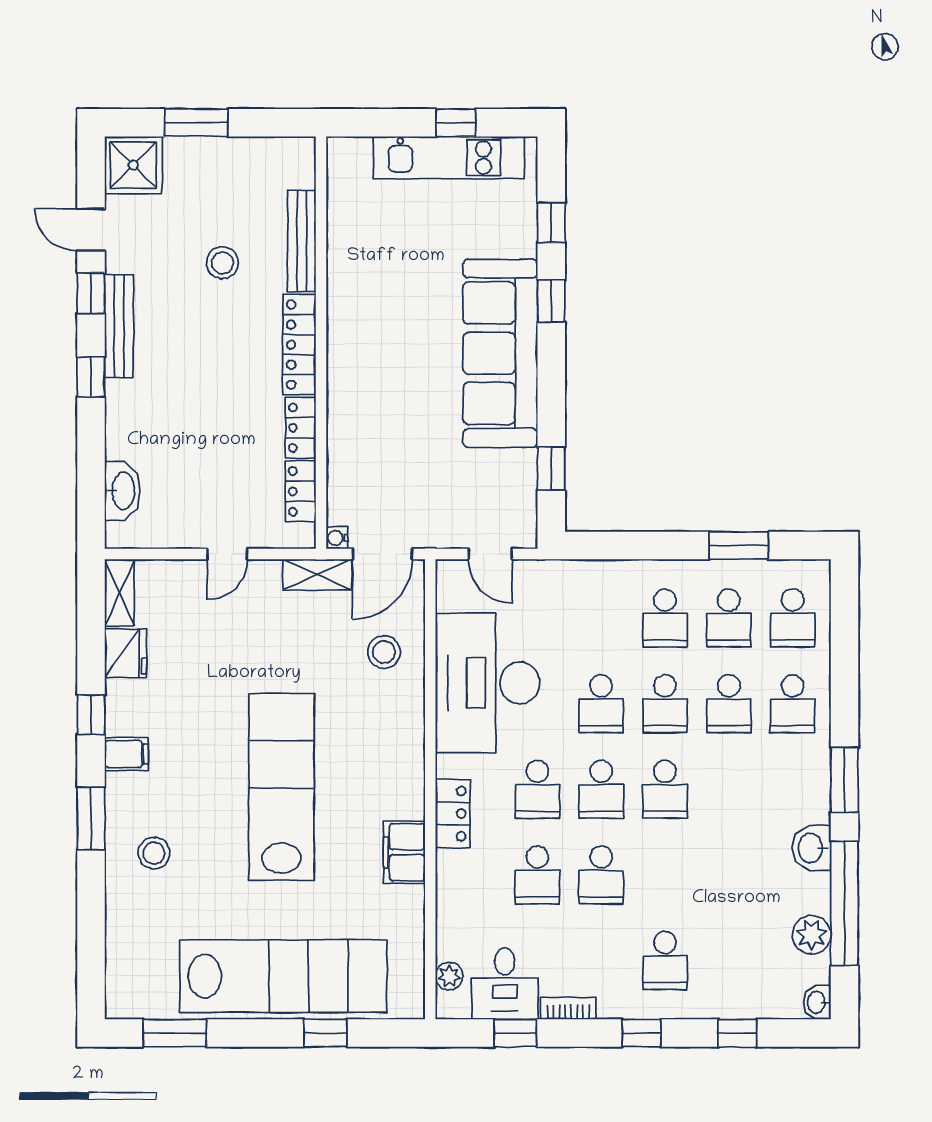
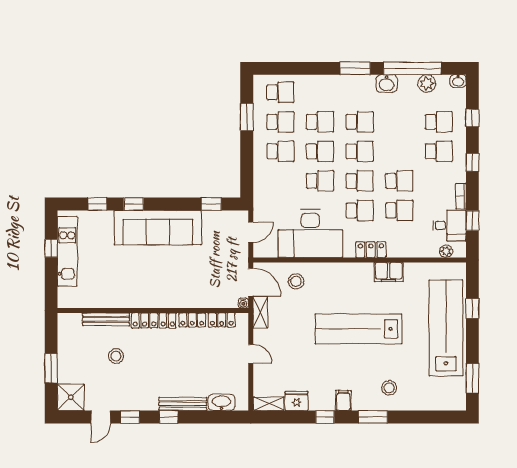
bench: (119, 326) -> (183, 404), moved
school desk: (793, 704) -> (360, 122), moved
school desk: (729, 961) -> (439, 122), added

